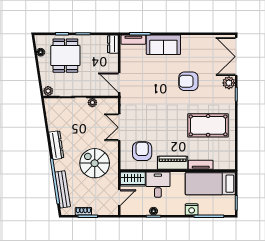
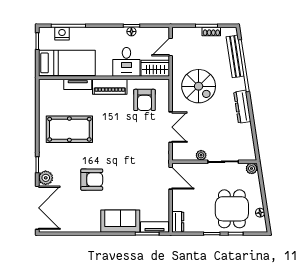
nightstand: (192, 209) -> (62, 34), moved

